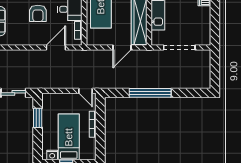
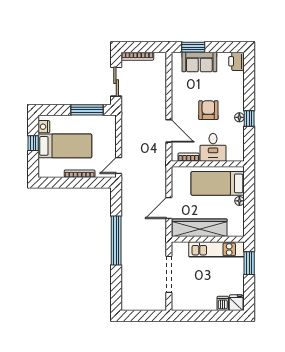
armchair: (38, 13) -> (208, 110), turned 90
door: (122, 47) -> (169, 208), hinge flipped
window: (38, 118) -> (87, 110), width x1.44

